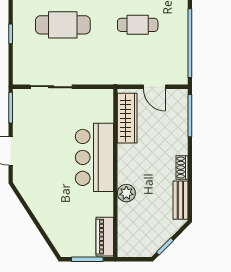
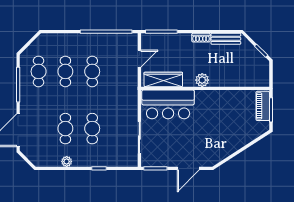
cafe table: (63, 25) -> (92, 129), width x0.73, depth x0.74
bar counter: (94, 157) -> (168, 104), moved
plant: (126, 193) -> (202, 80), moved
piano: (105, 237) -> (263, 106), moved, turned 90

